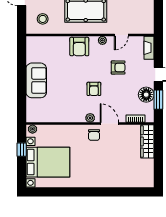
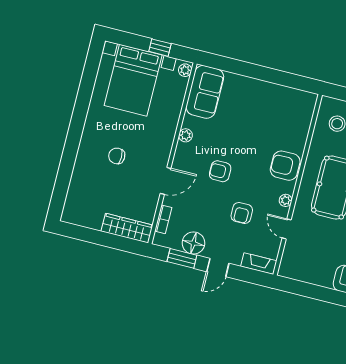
sofa: (36, 80) -> (205, 92), moved, turned -90
plant: (90, 118) -> (186, 135), moved
chair: (94, 135) -> (117, 156), moved

